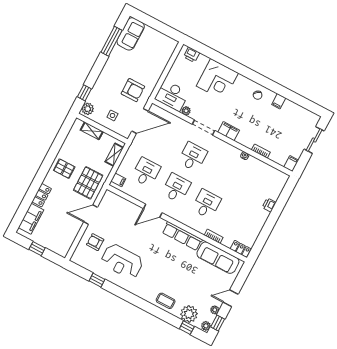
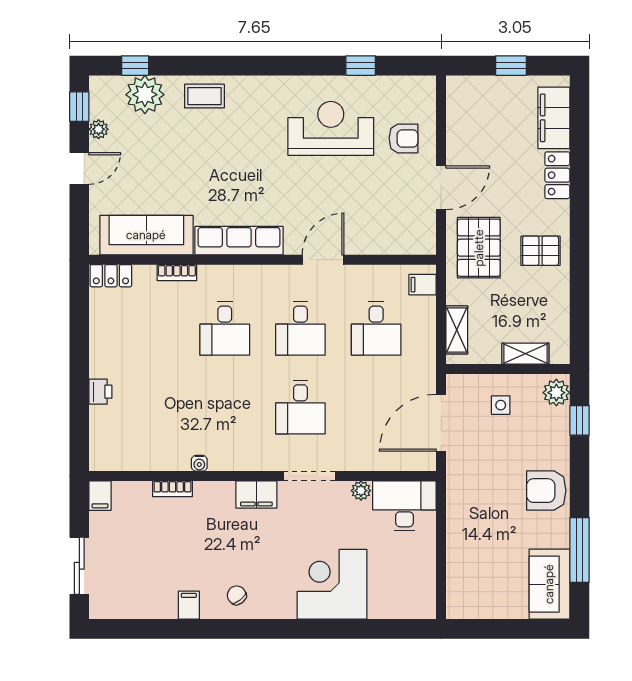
printer: (192, 55) -> (408, 606), removed
armchair: (133, 90) -> (546, 491), moved
plant: (206, 326) -> (99, 89), removed

